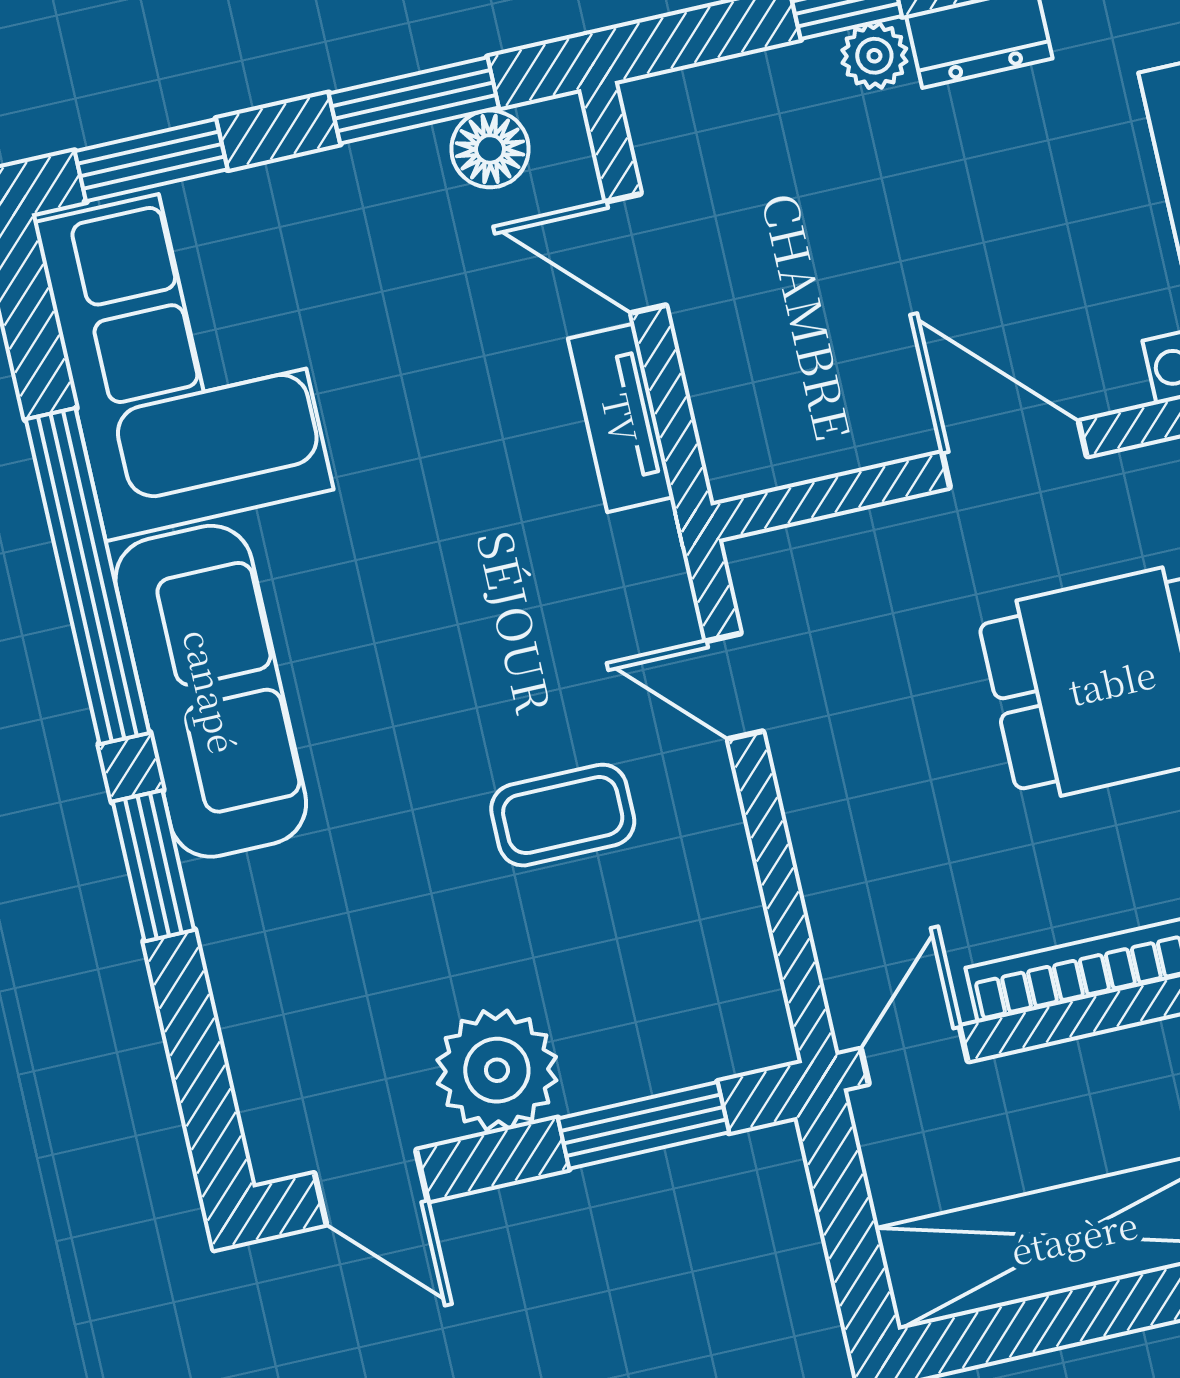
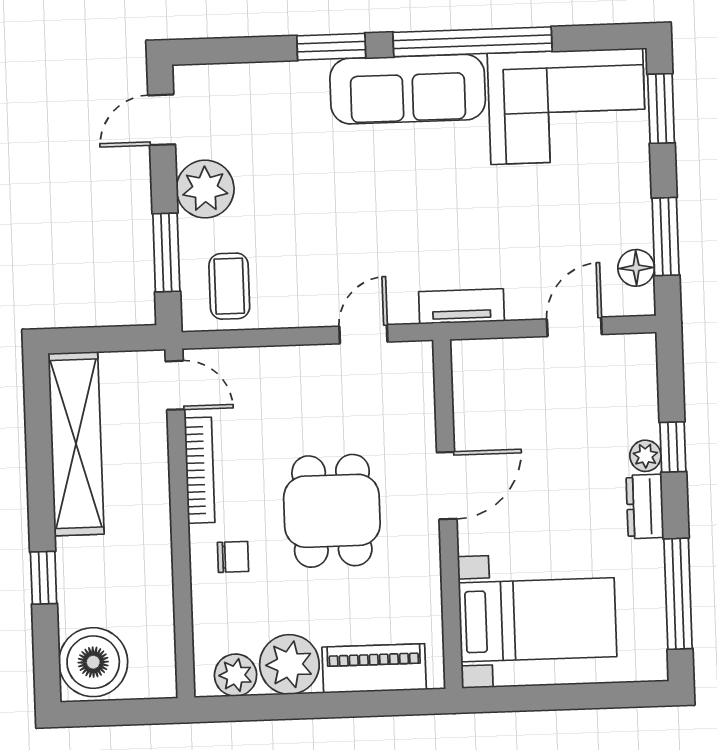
tv unit: (621, 418) -> (462, 306), moved
coffee table: (563, 815) -> (229, 286), moved

